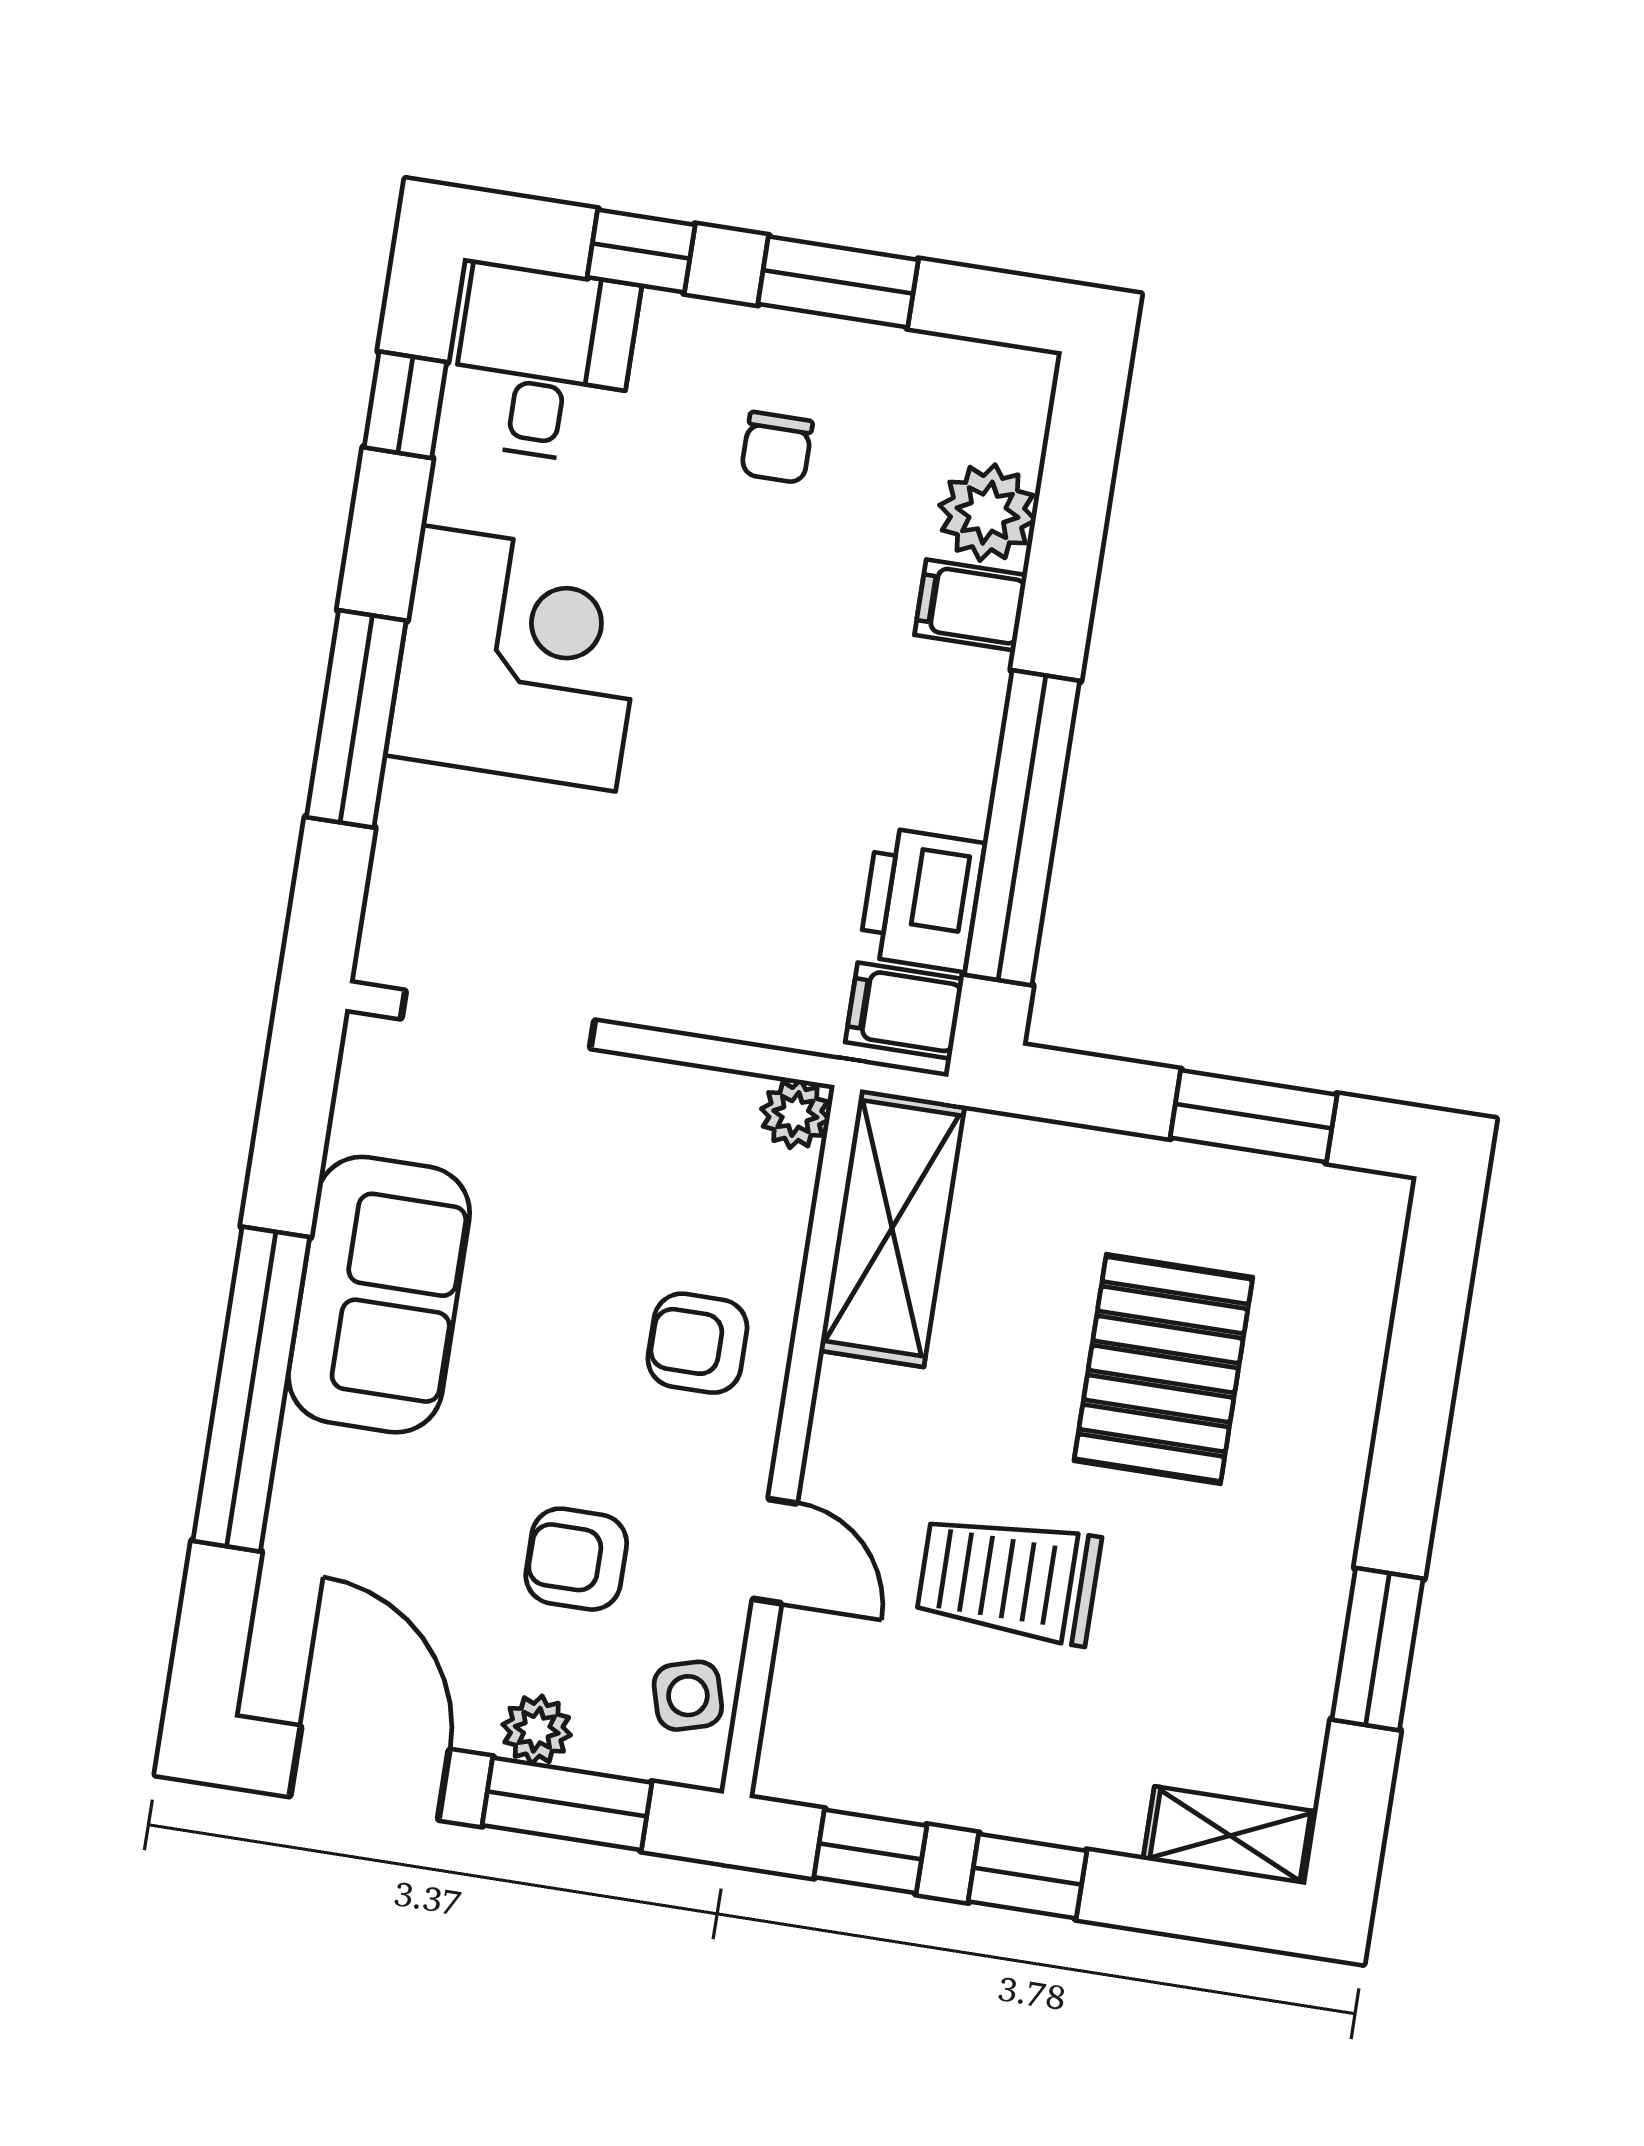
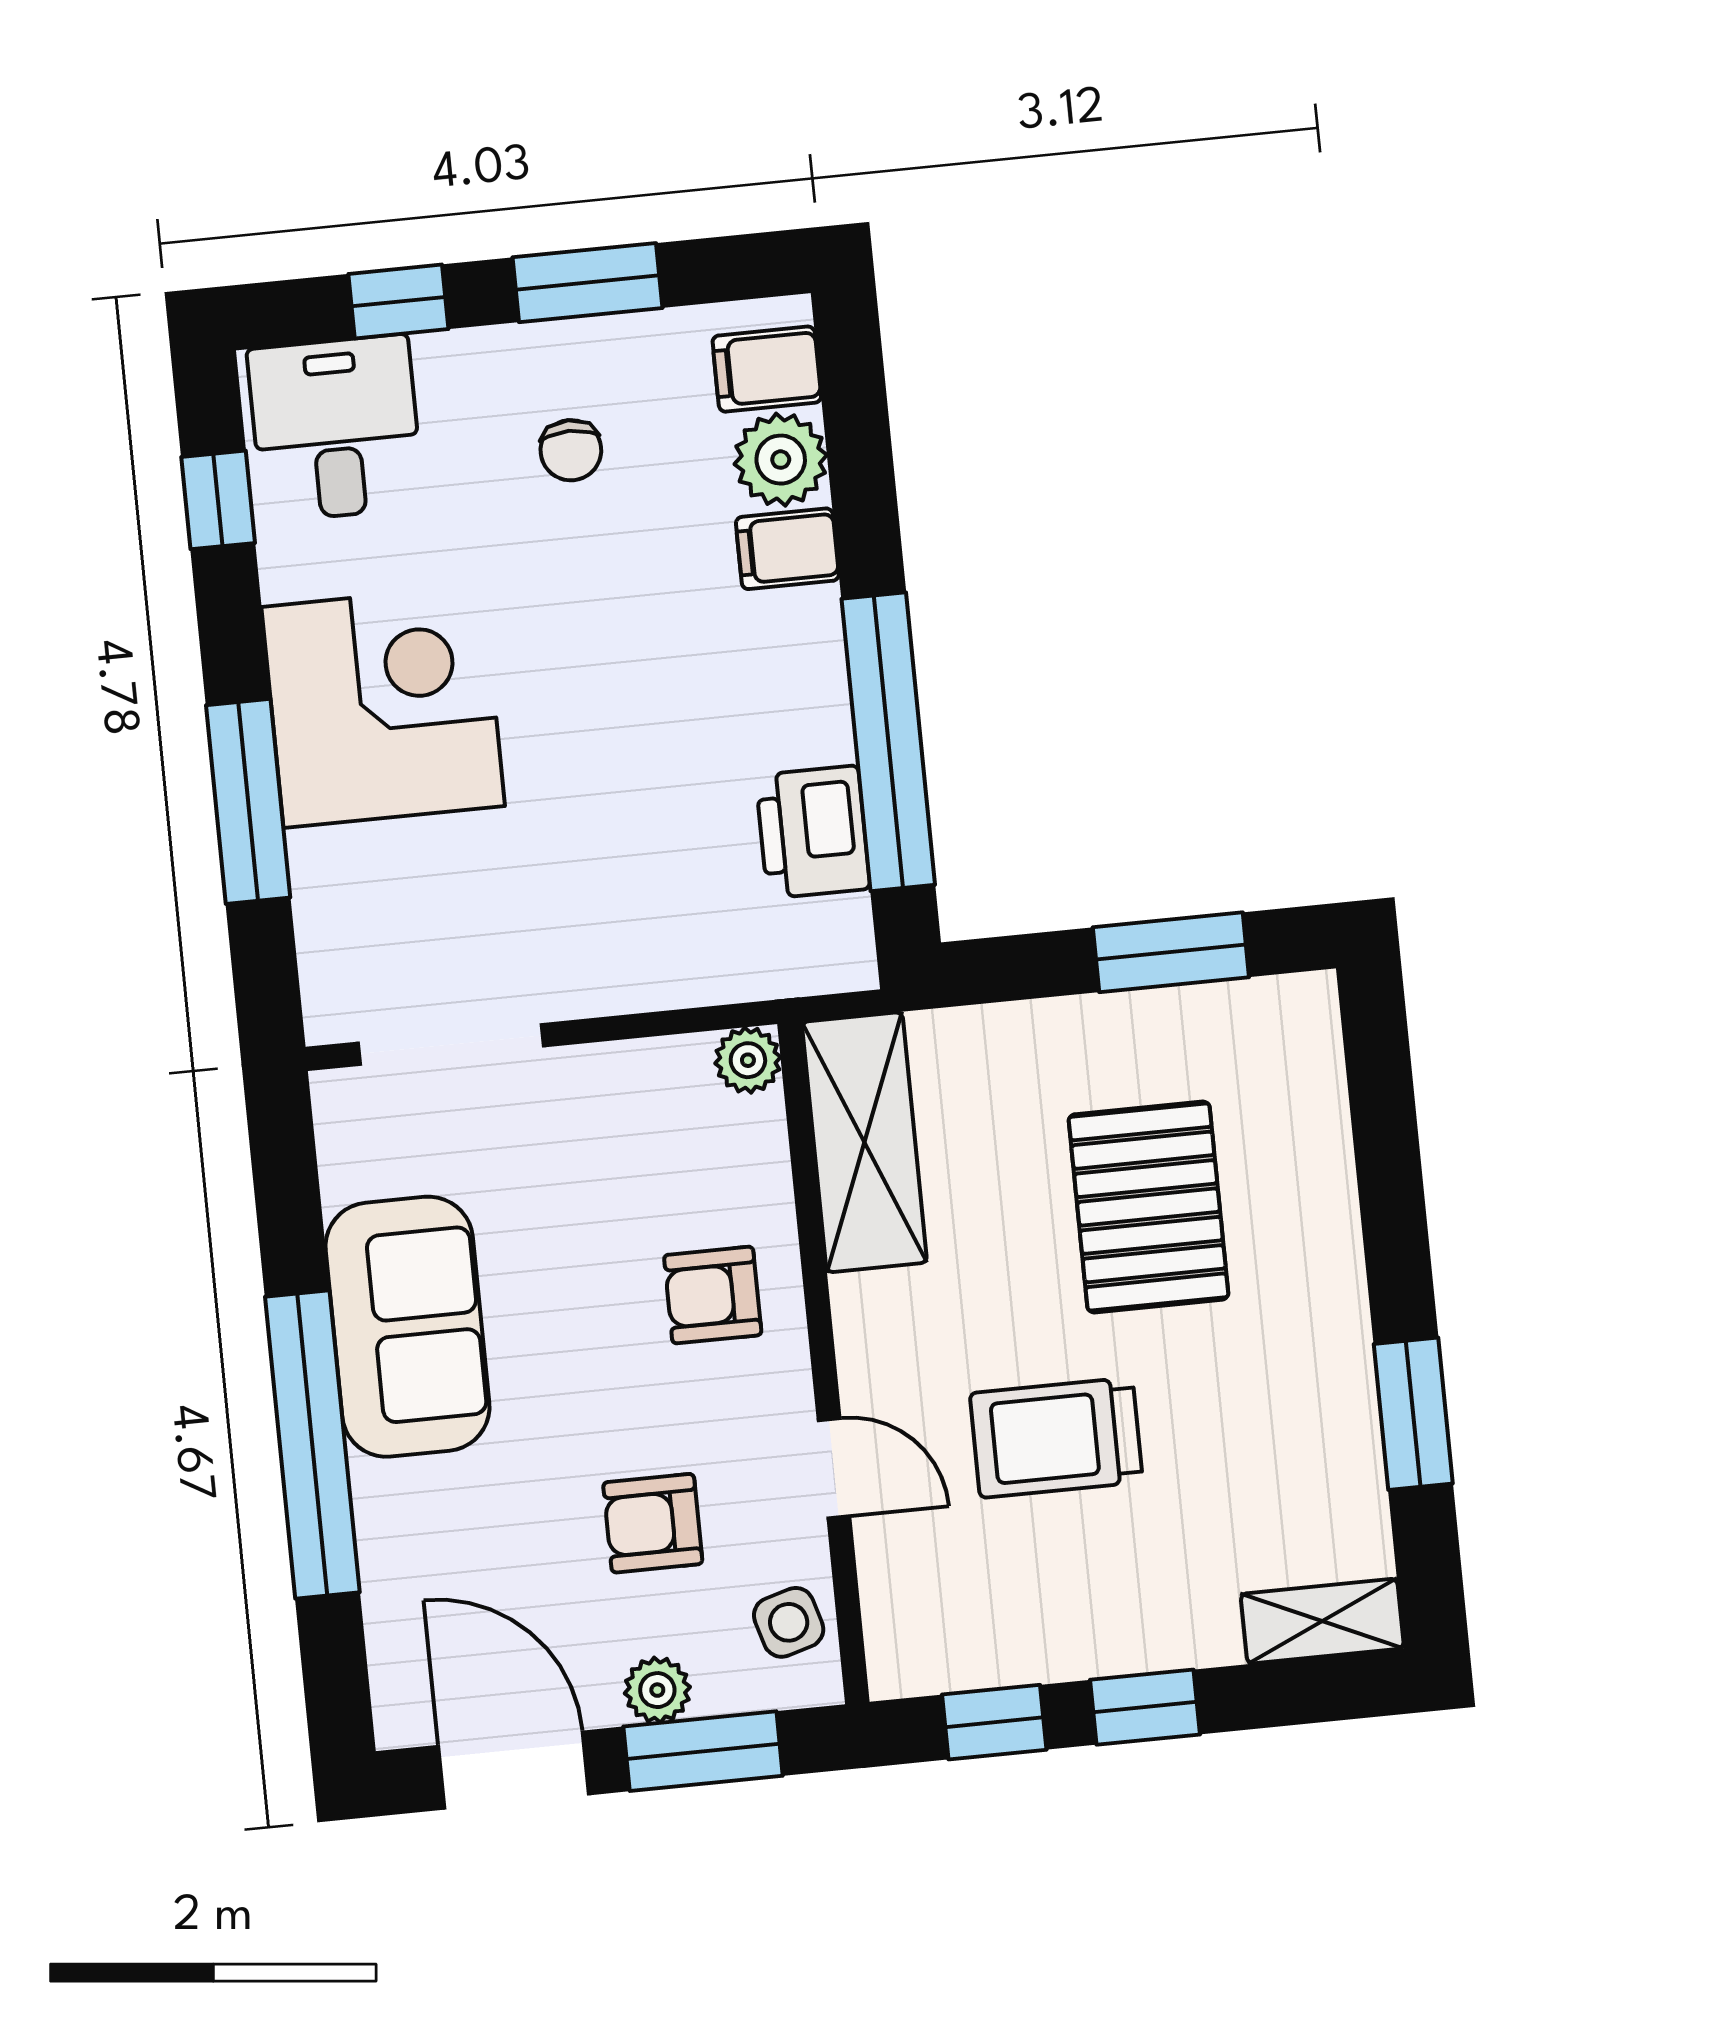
filing cabinet: (904, 1011) -> (767, 369), moved

